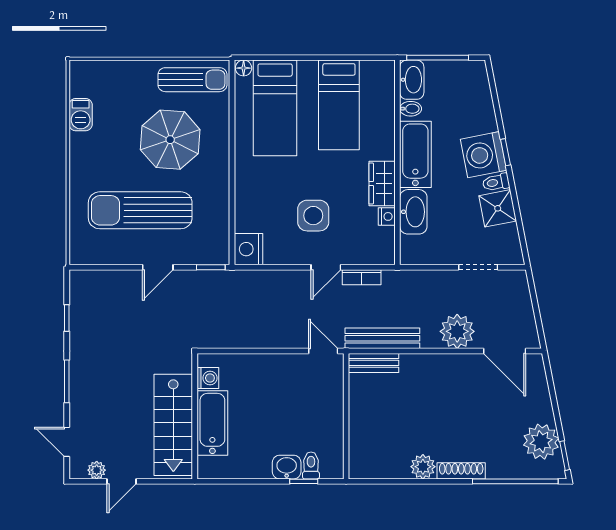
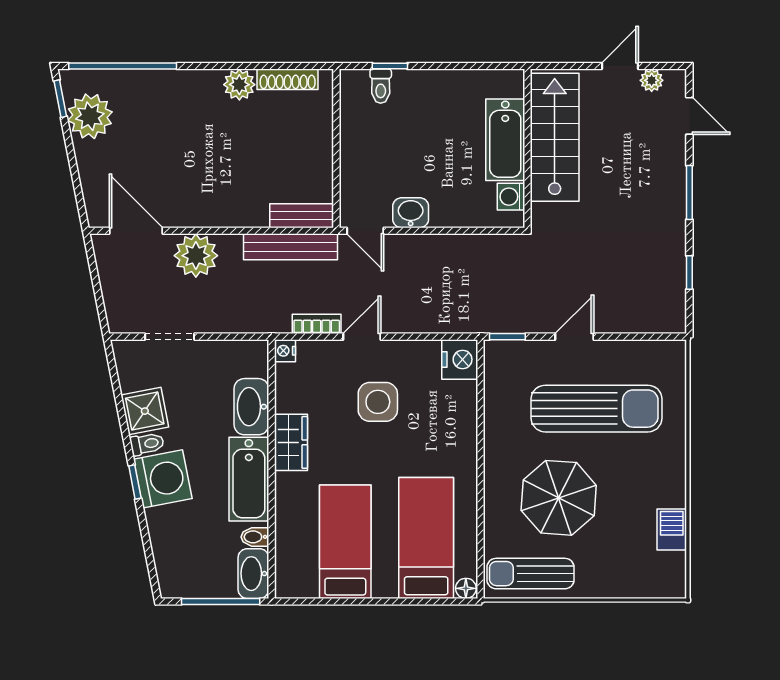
nightstand: (387, 216) -> (285, 351), moved
washbasin: (287, 467) -> (411, 213), moved, turned 180
shoe rack: (461, 471) -> (288, 79), moved

